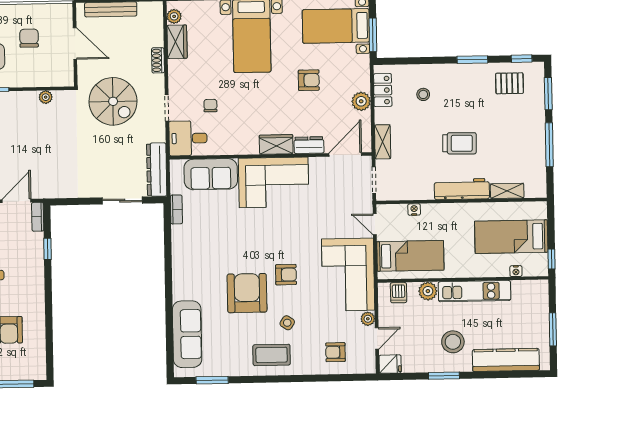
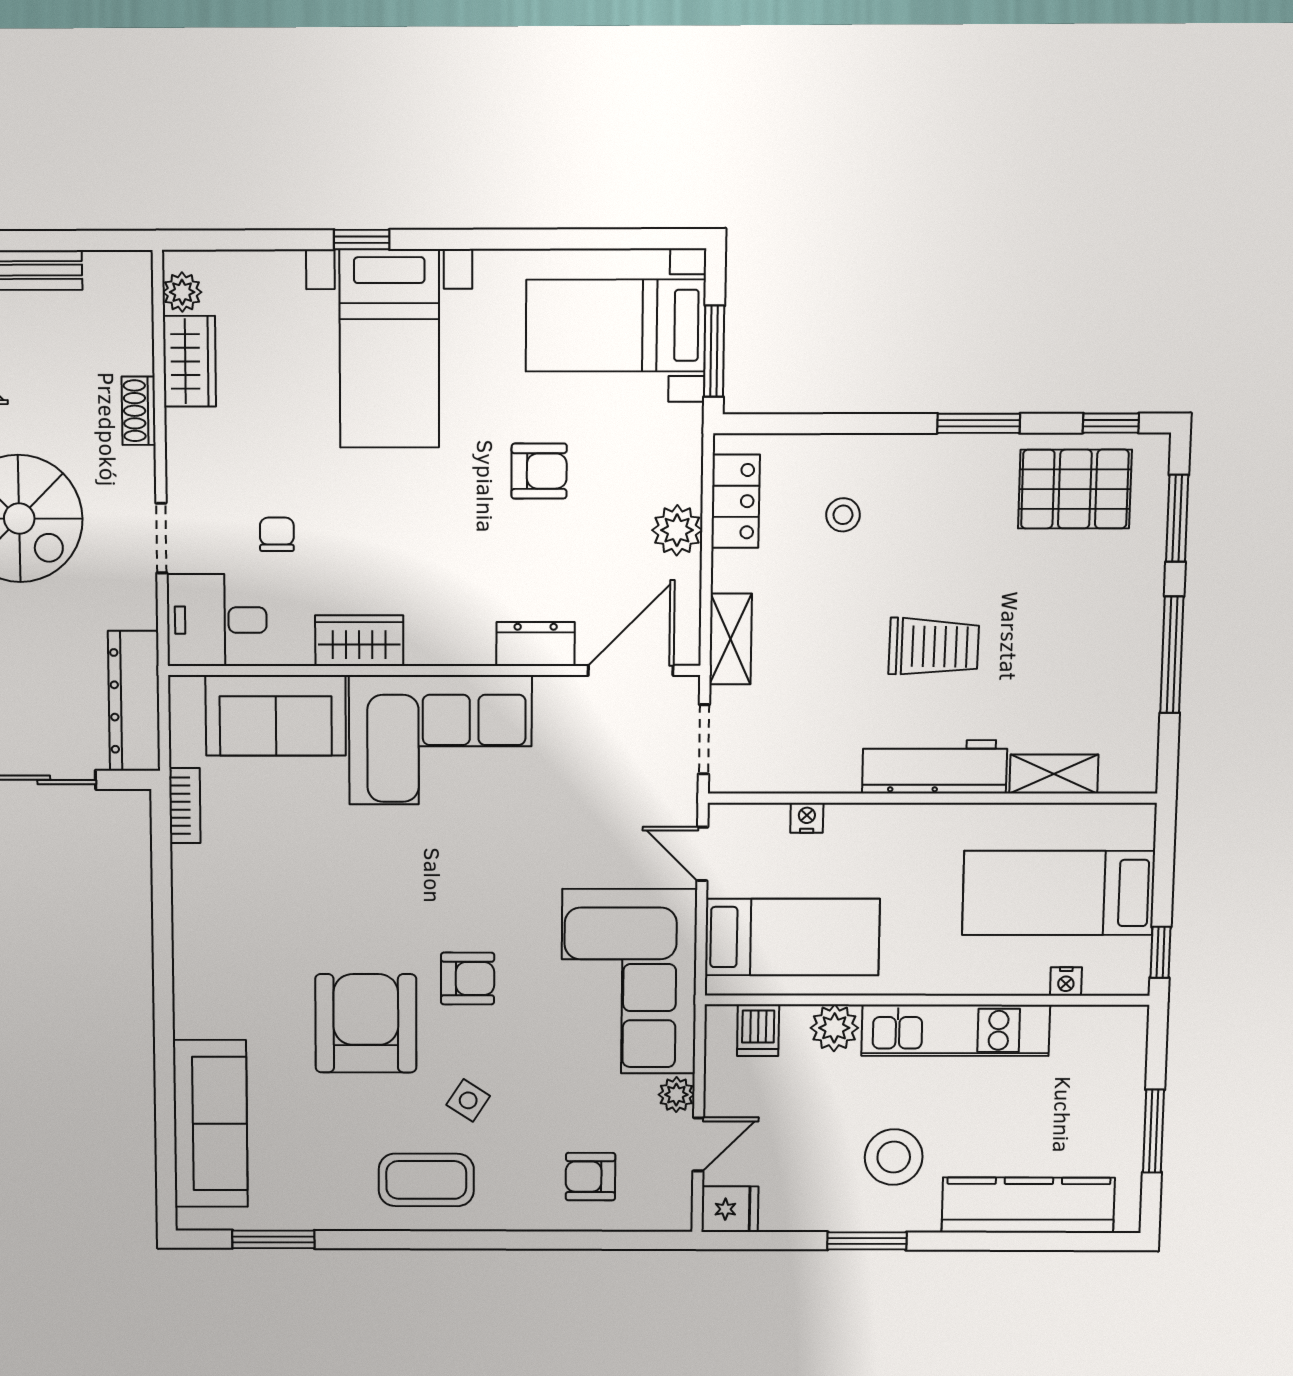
pallet: (509, 83) -> (1075, 489), width x1.50, depth x1.42
wardrobe: (276, 144) -> (359, 641), moved

